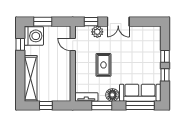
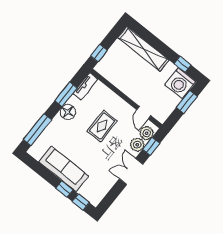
plant: (85, 32) -> (147, 133), added
door: (73, 44) -> (144, 113), swing flipped
rug: (103, 65) -> (102, 126), turned 90
window: (165, 75) -> (81, 202), moved
sofa: (140, 93) -> (64, 169), moved, turned -90
window: (46, 106) -> (99, 53), moved

